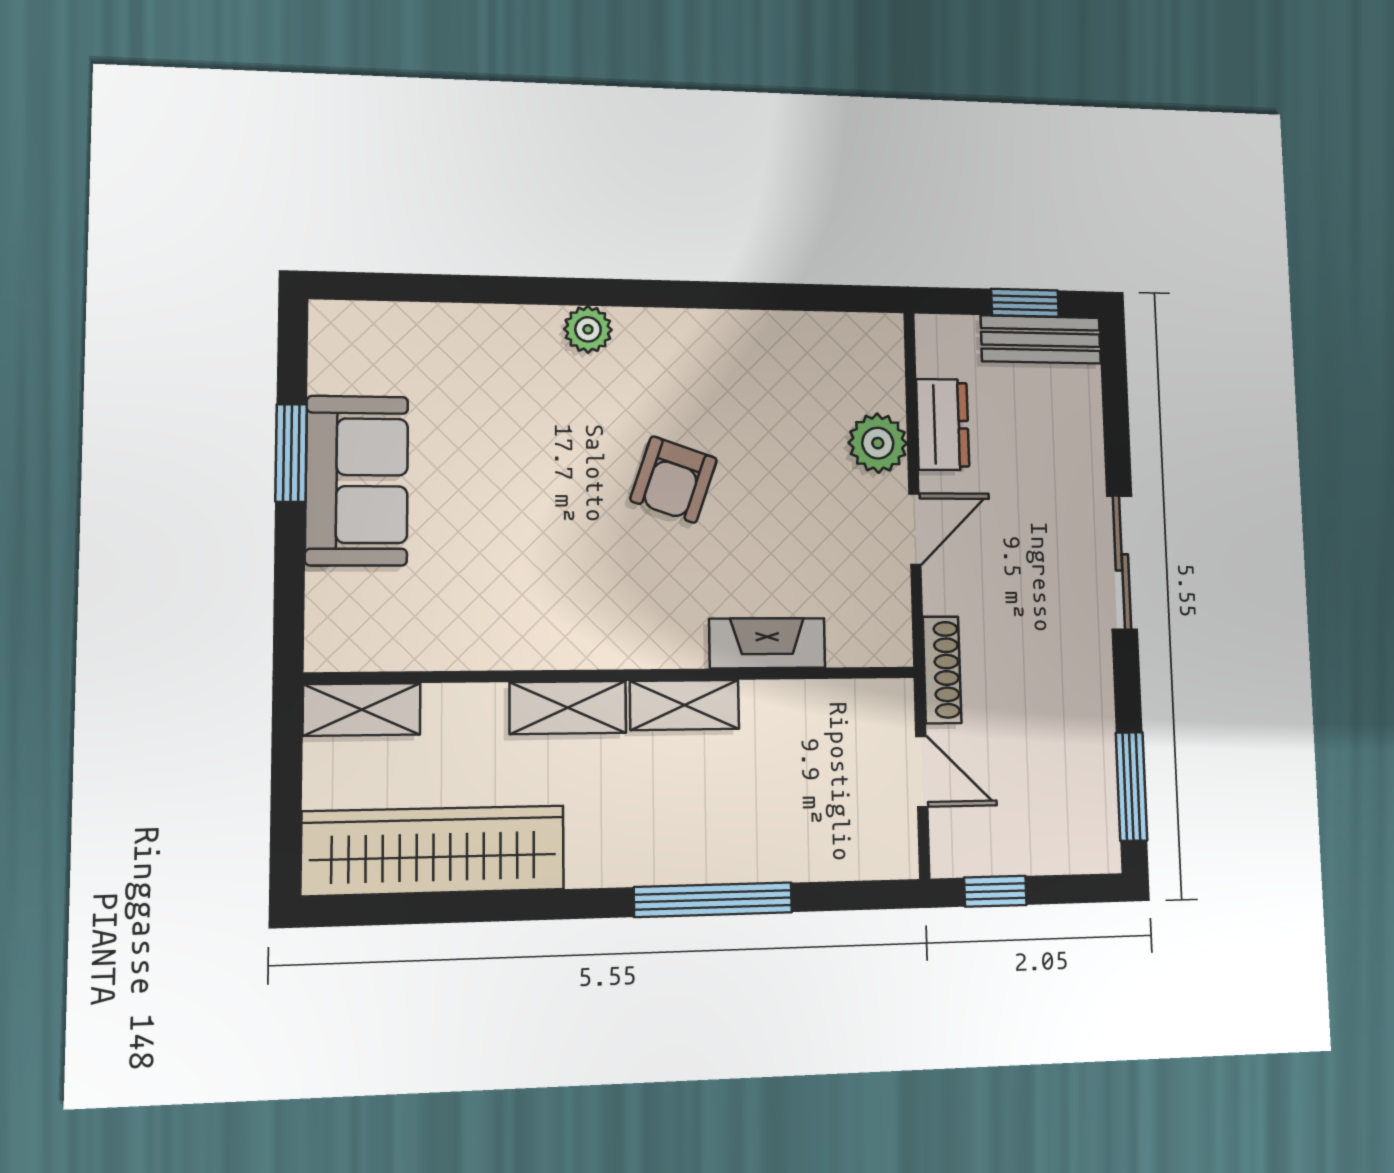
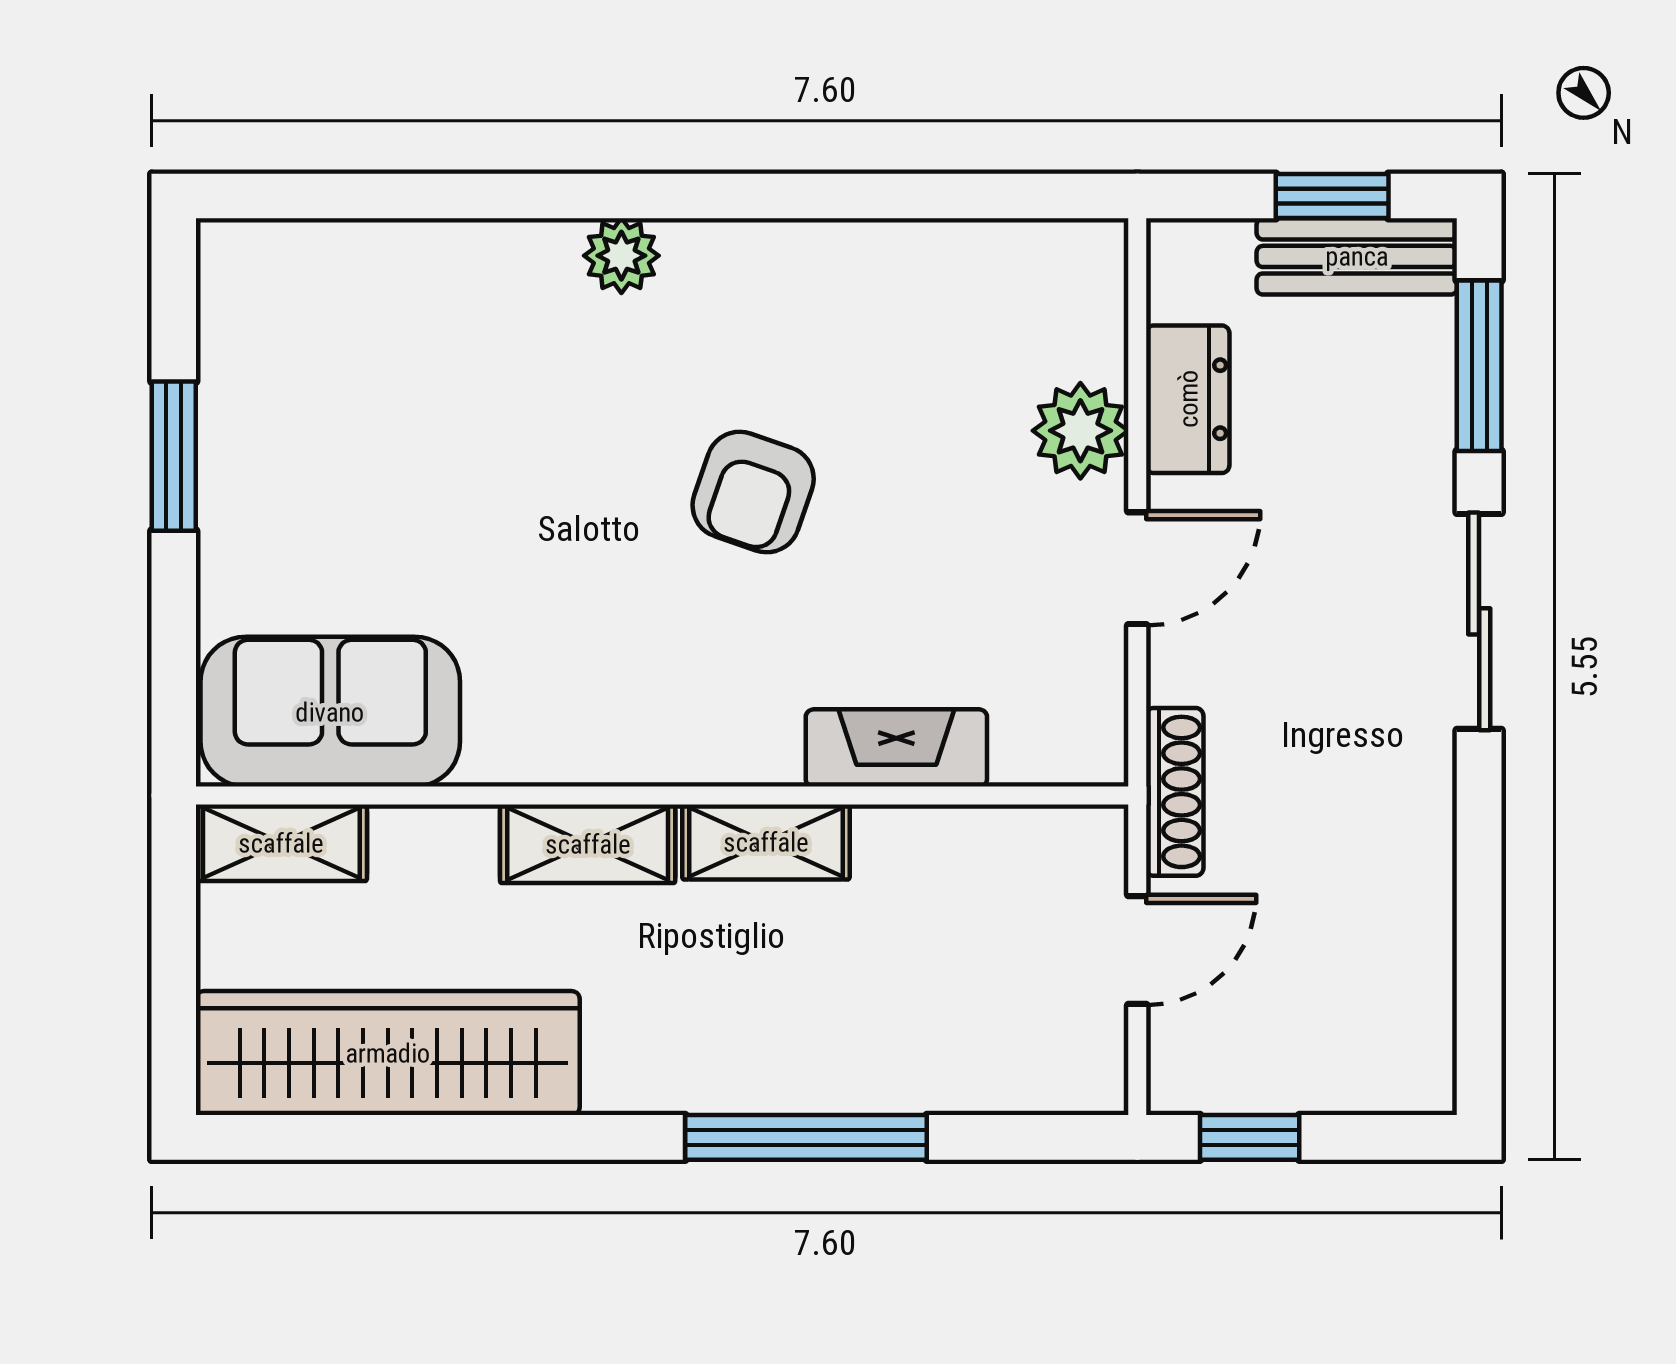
sofa: (357, 481) -> (330, 712), moved, turned -90
door: (922, 771) -> (1137, 950), hinge flipped
window: (1131, 786) -> (1479, 366), moved

